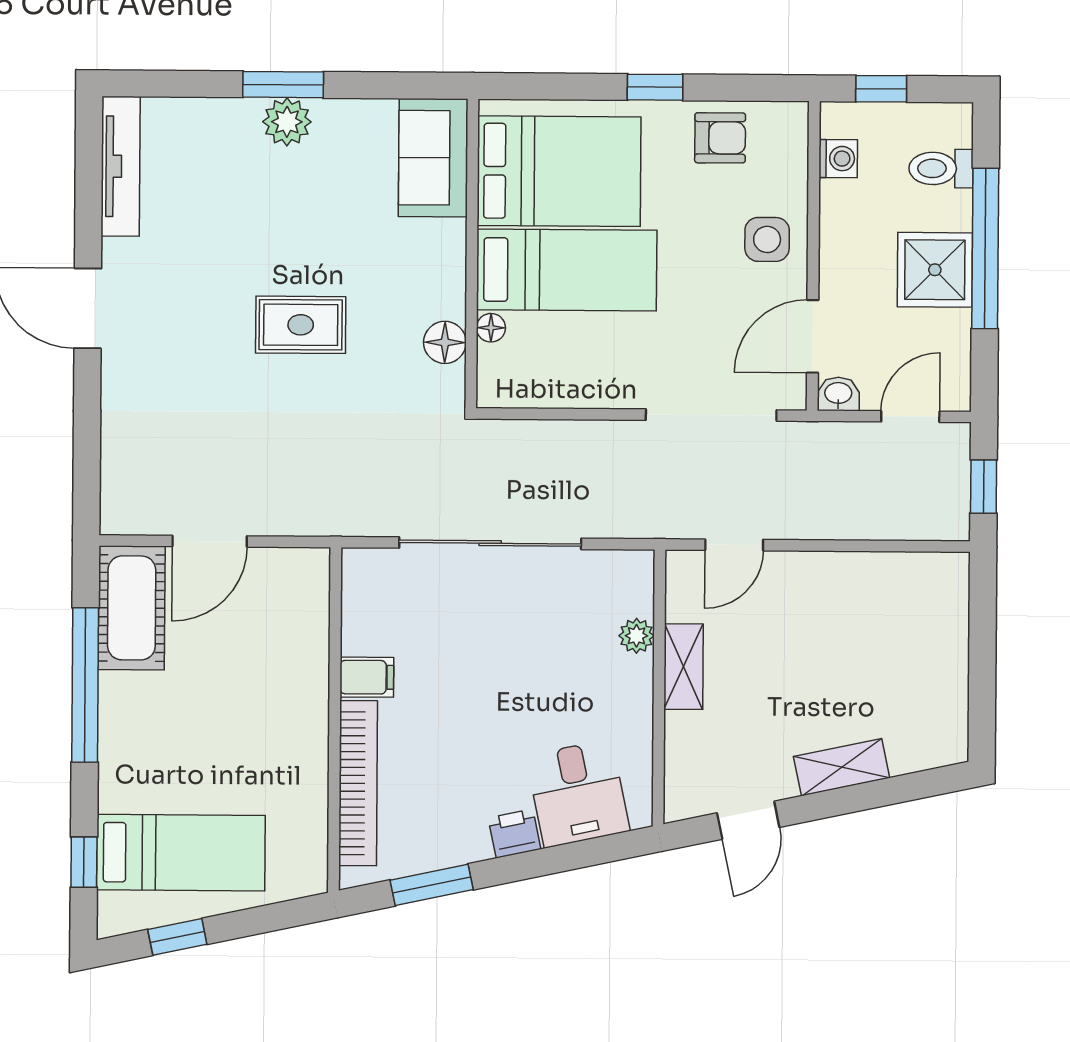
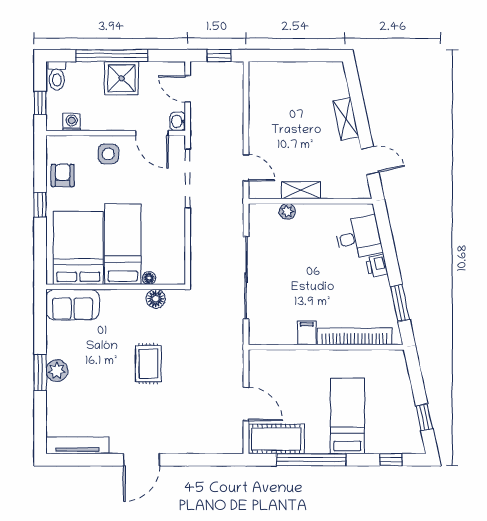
toilet: (941, 168) -> (57, 76), moved
bed: (181, 853) -> (347, 416), moved

